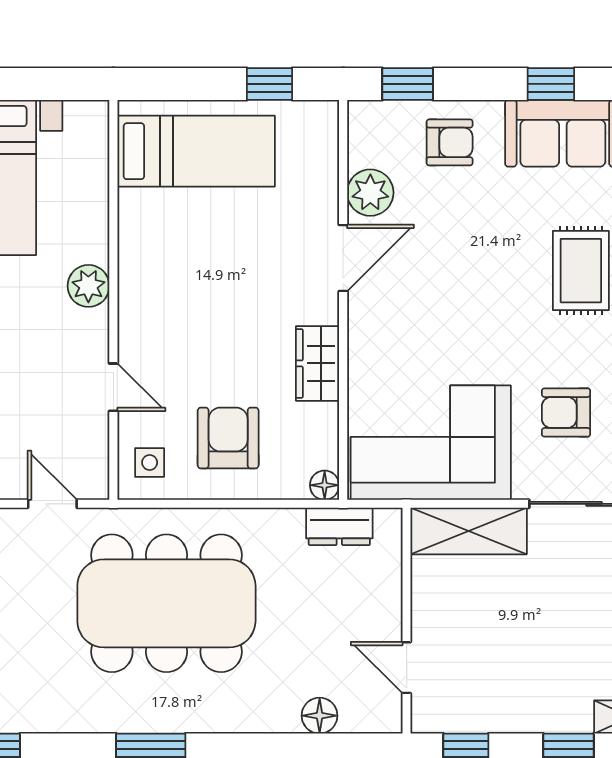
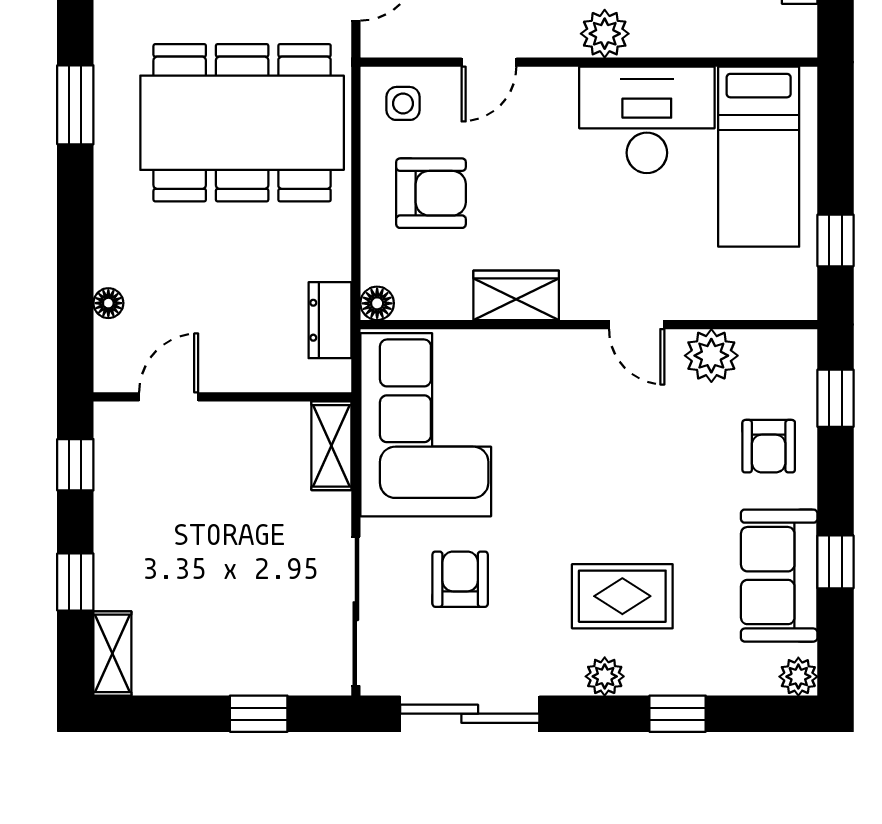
desk: (164, 249) -> (647, 120), added
door: (343, 258) -> (637, 325), width x0.73
shelving: (469, 531) -> (331, 446), width x0.67, depth x0.75
dining table: (166, 603) -> (242, 123), turned 90
floor lamp: (320, 716) -> (108, 303), width x0.73, depth x0.73

